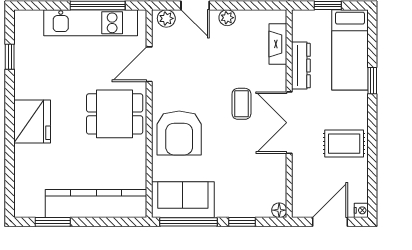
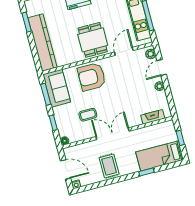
door: (149, 64) -> (124, 51), hinge flipped
dresser: (301, 66) -> (144, 132), removed
coffee table: (241, 104) -> (88, 115), moved
window: (189, 222) -> (46, 94), width x0.69

